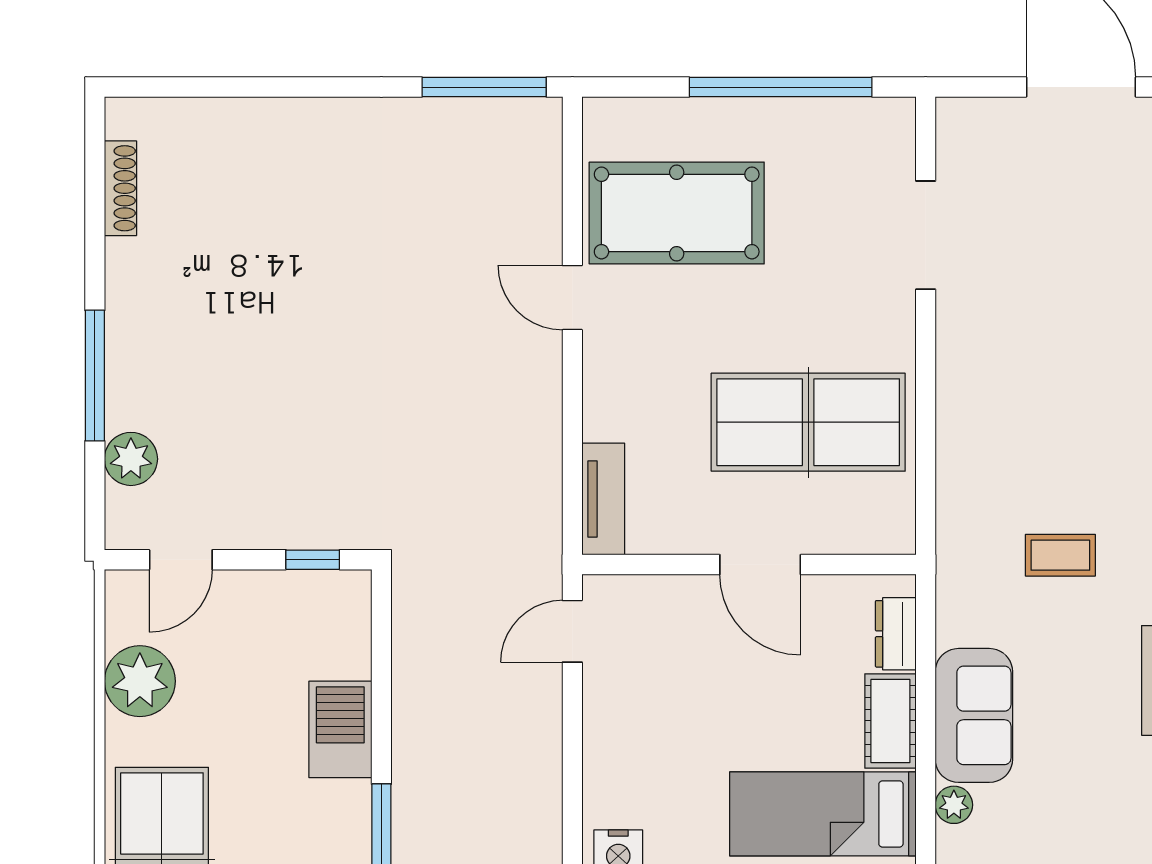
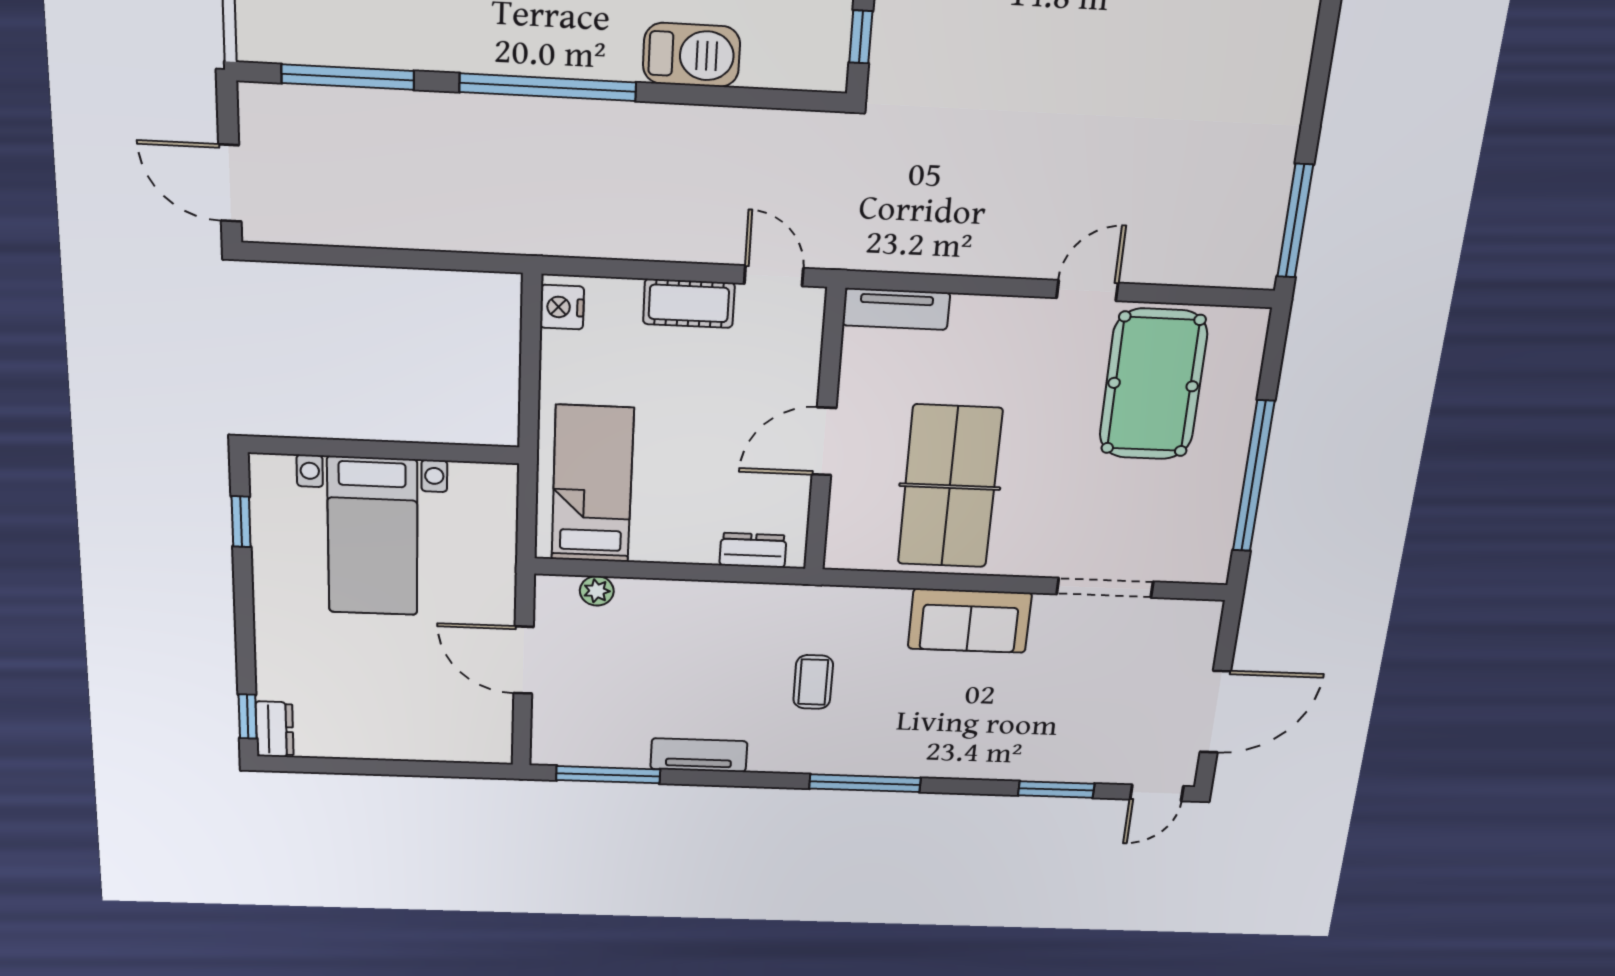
sofa: (974, 715) -> (970, 621), moved
cot: (890, 721) -> (689, 303), moved

